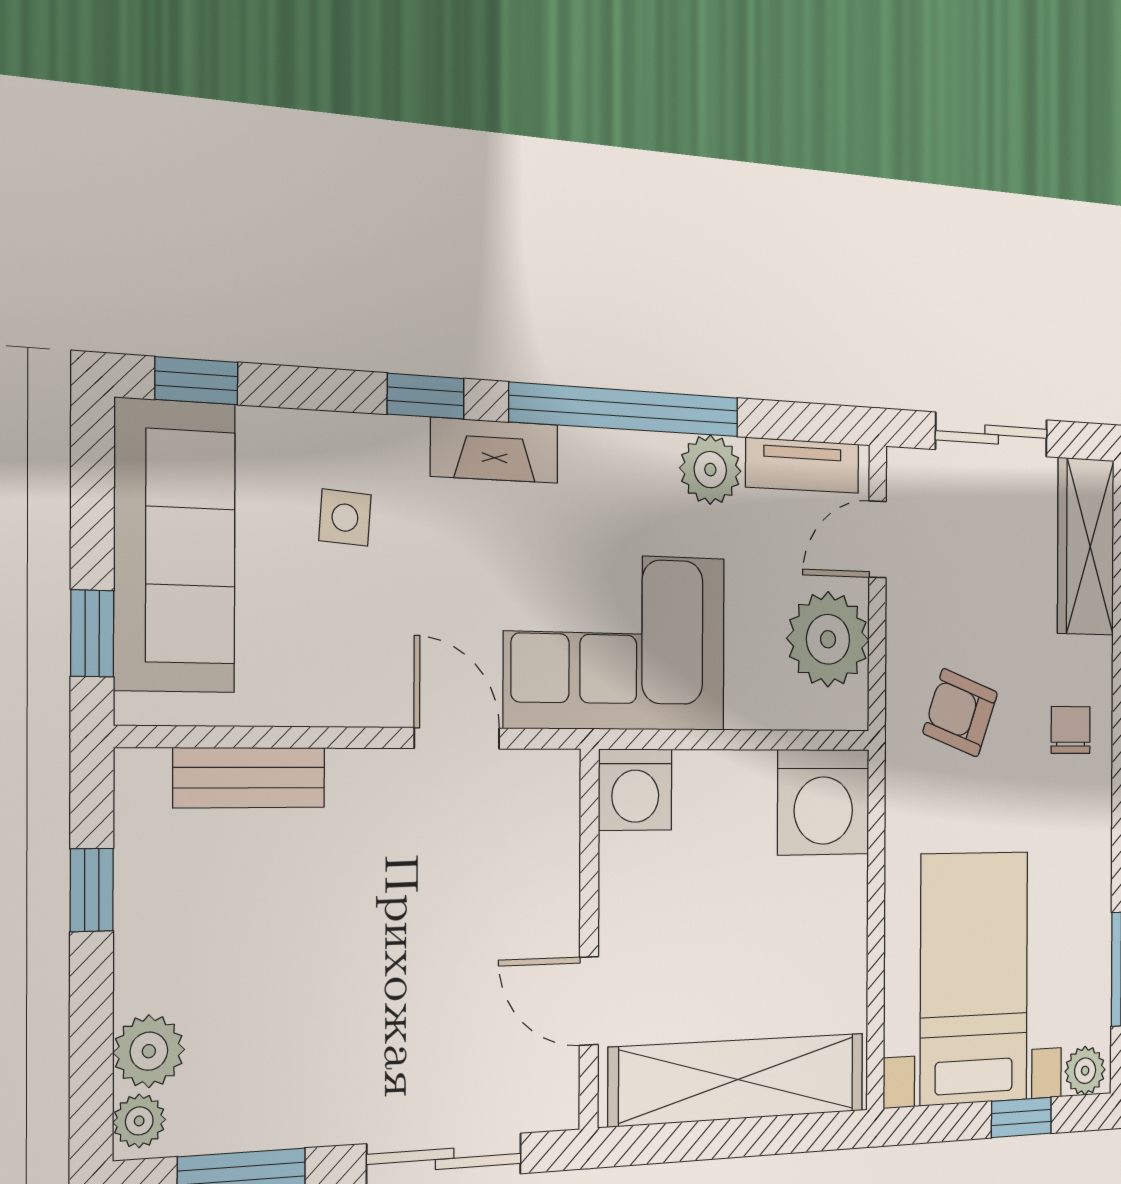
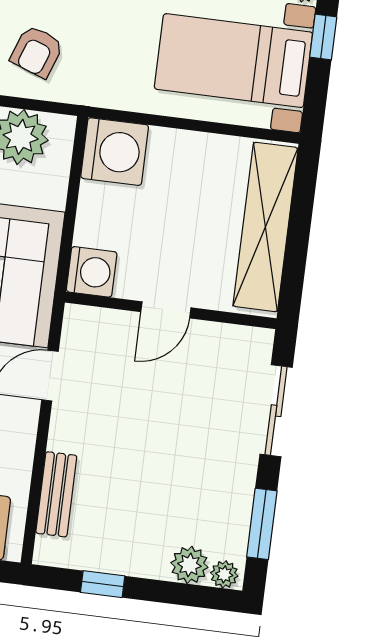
armchair: (960, 713) -> (37, 52), moved
door: (589, 1001) -> (166, 310), moved

